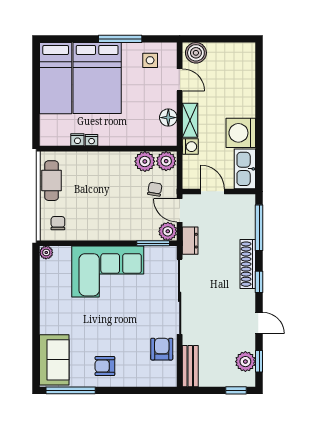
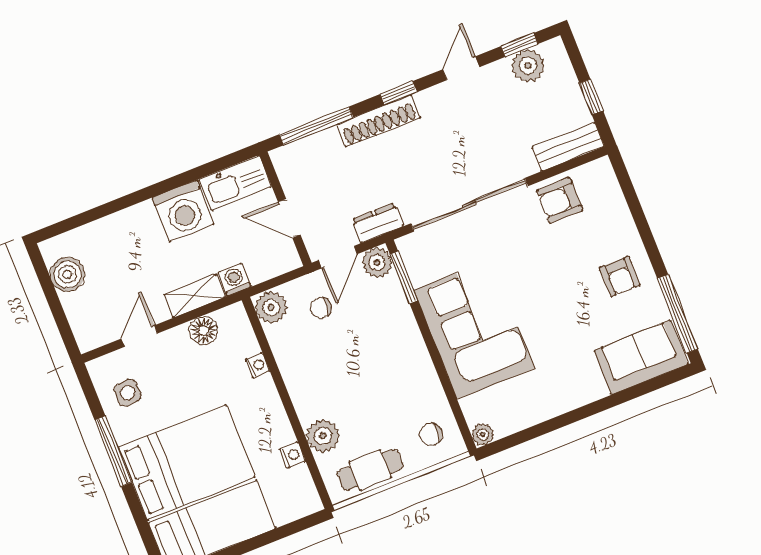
boiler: (196, 53) -> (67, 274), moved
nightstand: (92, 140) -> (257, 365), moved
plant: (145, 161) -> (323, 436), moved
door: (213, 191) -> (289, 218), hinge flipped
window: (236, 390) -> (591, 97), moved

